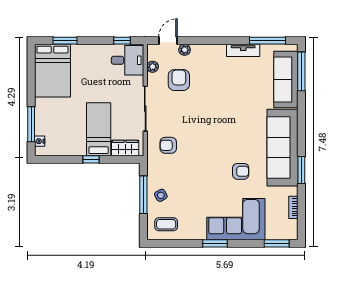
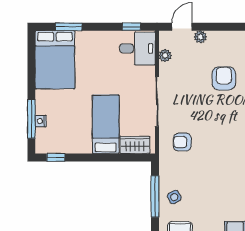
armchair: (179, 80) -> (224, 78), moved
nightstand: (40, 141) -> (41, 121), moved
window: (91, 159) -> (56, 157), moved

